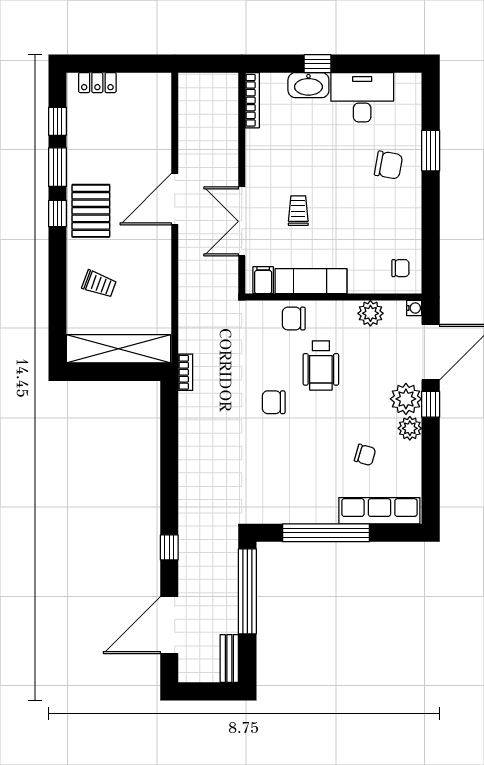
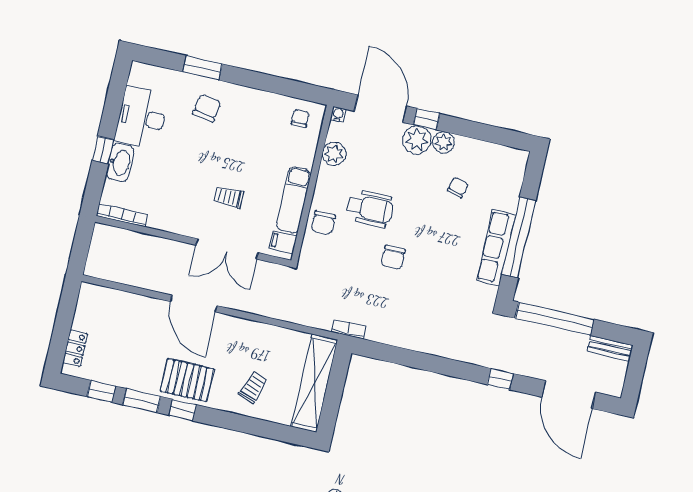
row of seats: (379, 511) -> (496, 248), moved

